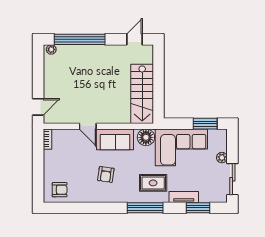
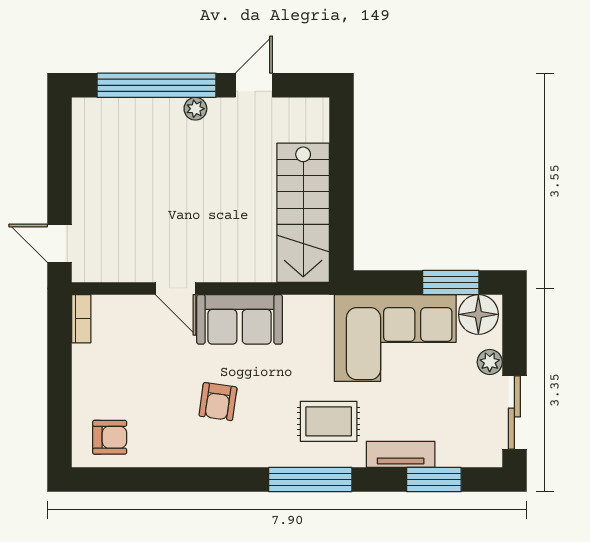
door: (134, 39) -> (254, 85), moved
plant: (51, 49) -> (195, 109), moved
door: (38, 107) -> (59, 243), swing flipped
floor lamp: (146, 137) -> (478, 314), moved

